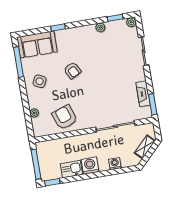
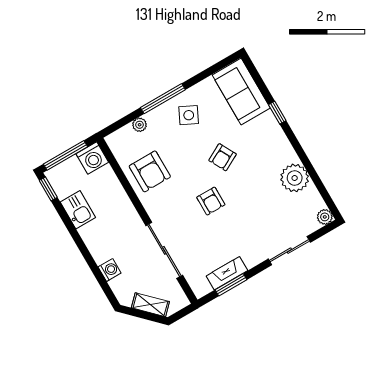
window: (115, 18) -> (323, 191), removed
plant: (100, 28) -> (295, 178), width x1.87, depth x1.87
window: (19, 62) -> (163, 99), moved
armchair: (96, 87) -> (211, 201), added
window: (153, 104) -> (231, 285), moved
armchair: (65, 117) -> (150, 171), turned 109
washing machine: (90, 166) -> (92, 158), moved, turned 90

